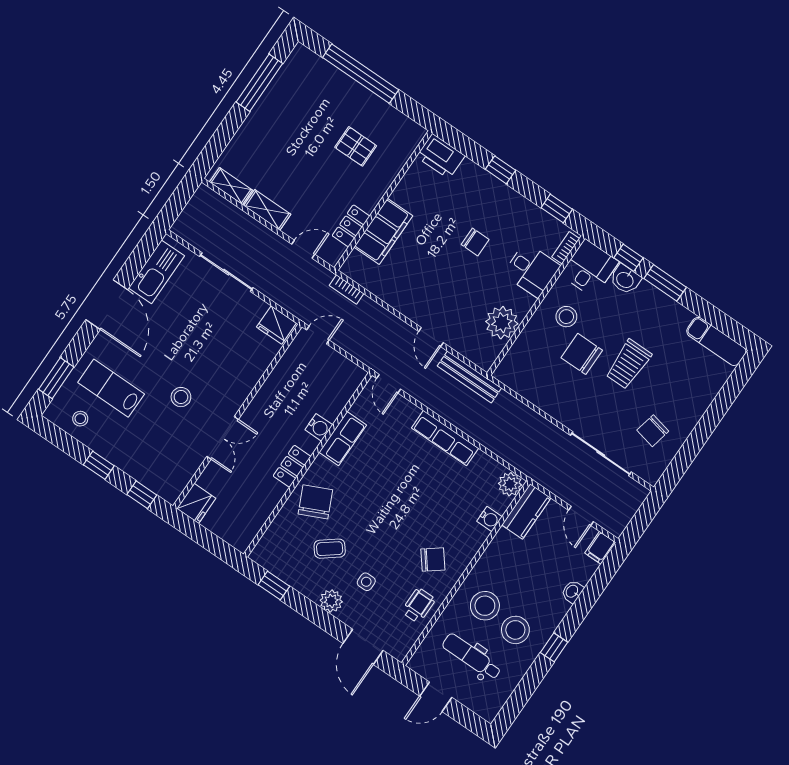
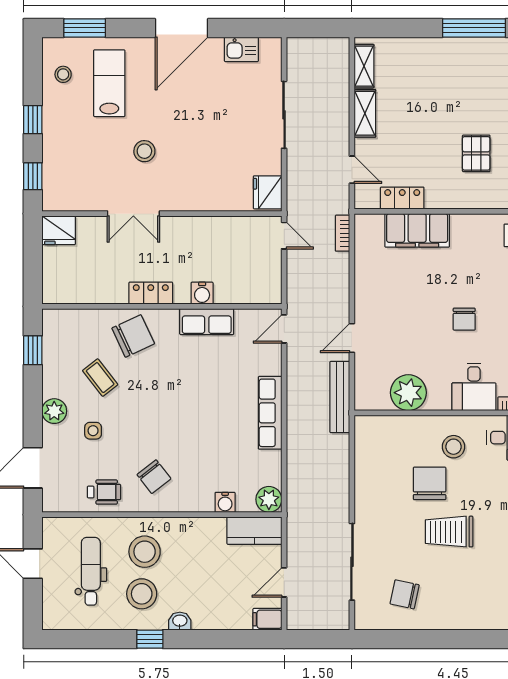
kitchen sink: (156, 272) -> (241, 49), width x0.53, depth x0.81
washbasin: (572, 591) -> (180, 621), moved

